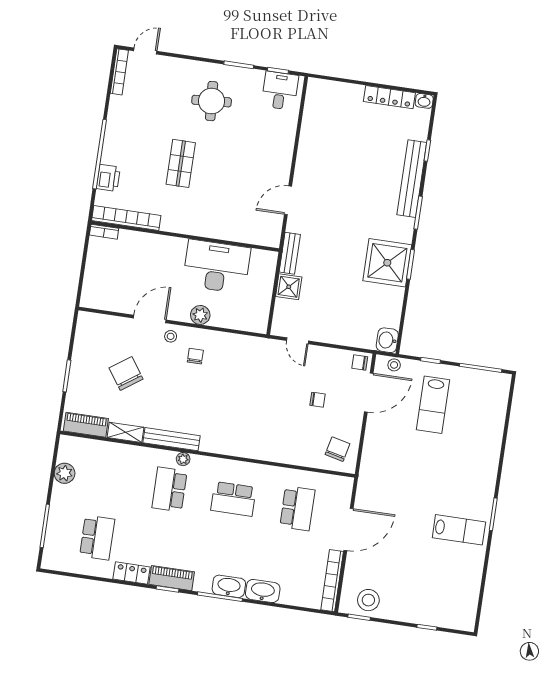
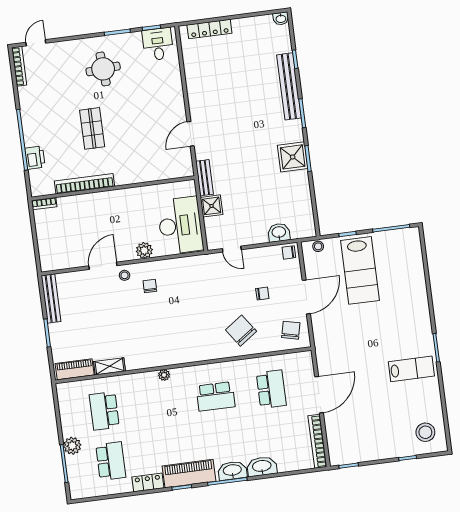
locker: (389, 97) -> (209, 29), moved
bookcase: (126, 218) -> (84, 184), moved
shower: (387, 263) -> (293, 157), width x0.73, depth x0.73
desk: (217, 267) -> (180, 225), moved, turned 90
washbasin: (387, 340) -> (279, 233), moved, turned 90
chair: (126, 373) -> (241, 331), moved
door: (369, 392) -> (306, 297), moved
lab bench: (433, 405) -> (360, 270), width x1.36, depth x1.39
bench: (172, 439) -> (51, 298), moved, turned 90
plant: (65, 473) -> (72, 446), moved
school desk: (170, 489) -> (104, 411), moved
piano: (172, 578) -> (189, 474), width x1.37, depth x1.33
stool: (368, 600) -> (425, 432), moved

